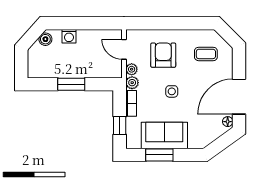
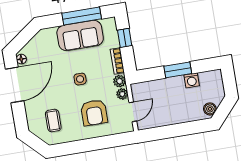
washing machine: (69, 36) -> (192, 80), moved, turned 180
door: (124, 49) -> (133, 112), hinge flipped
coffee table: (206, 54) -> (53, 121), turned 90
window: (159, 155) -> (82, 16), width x1.44

